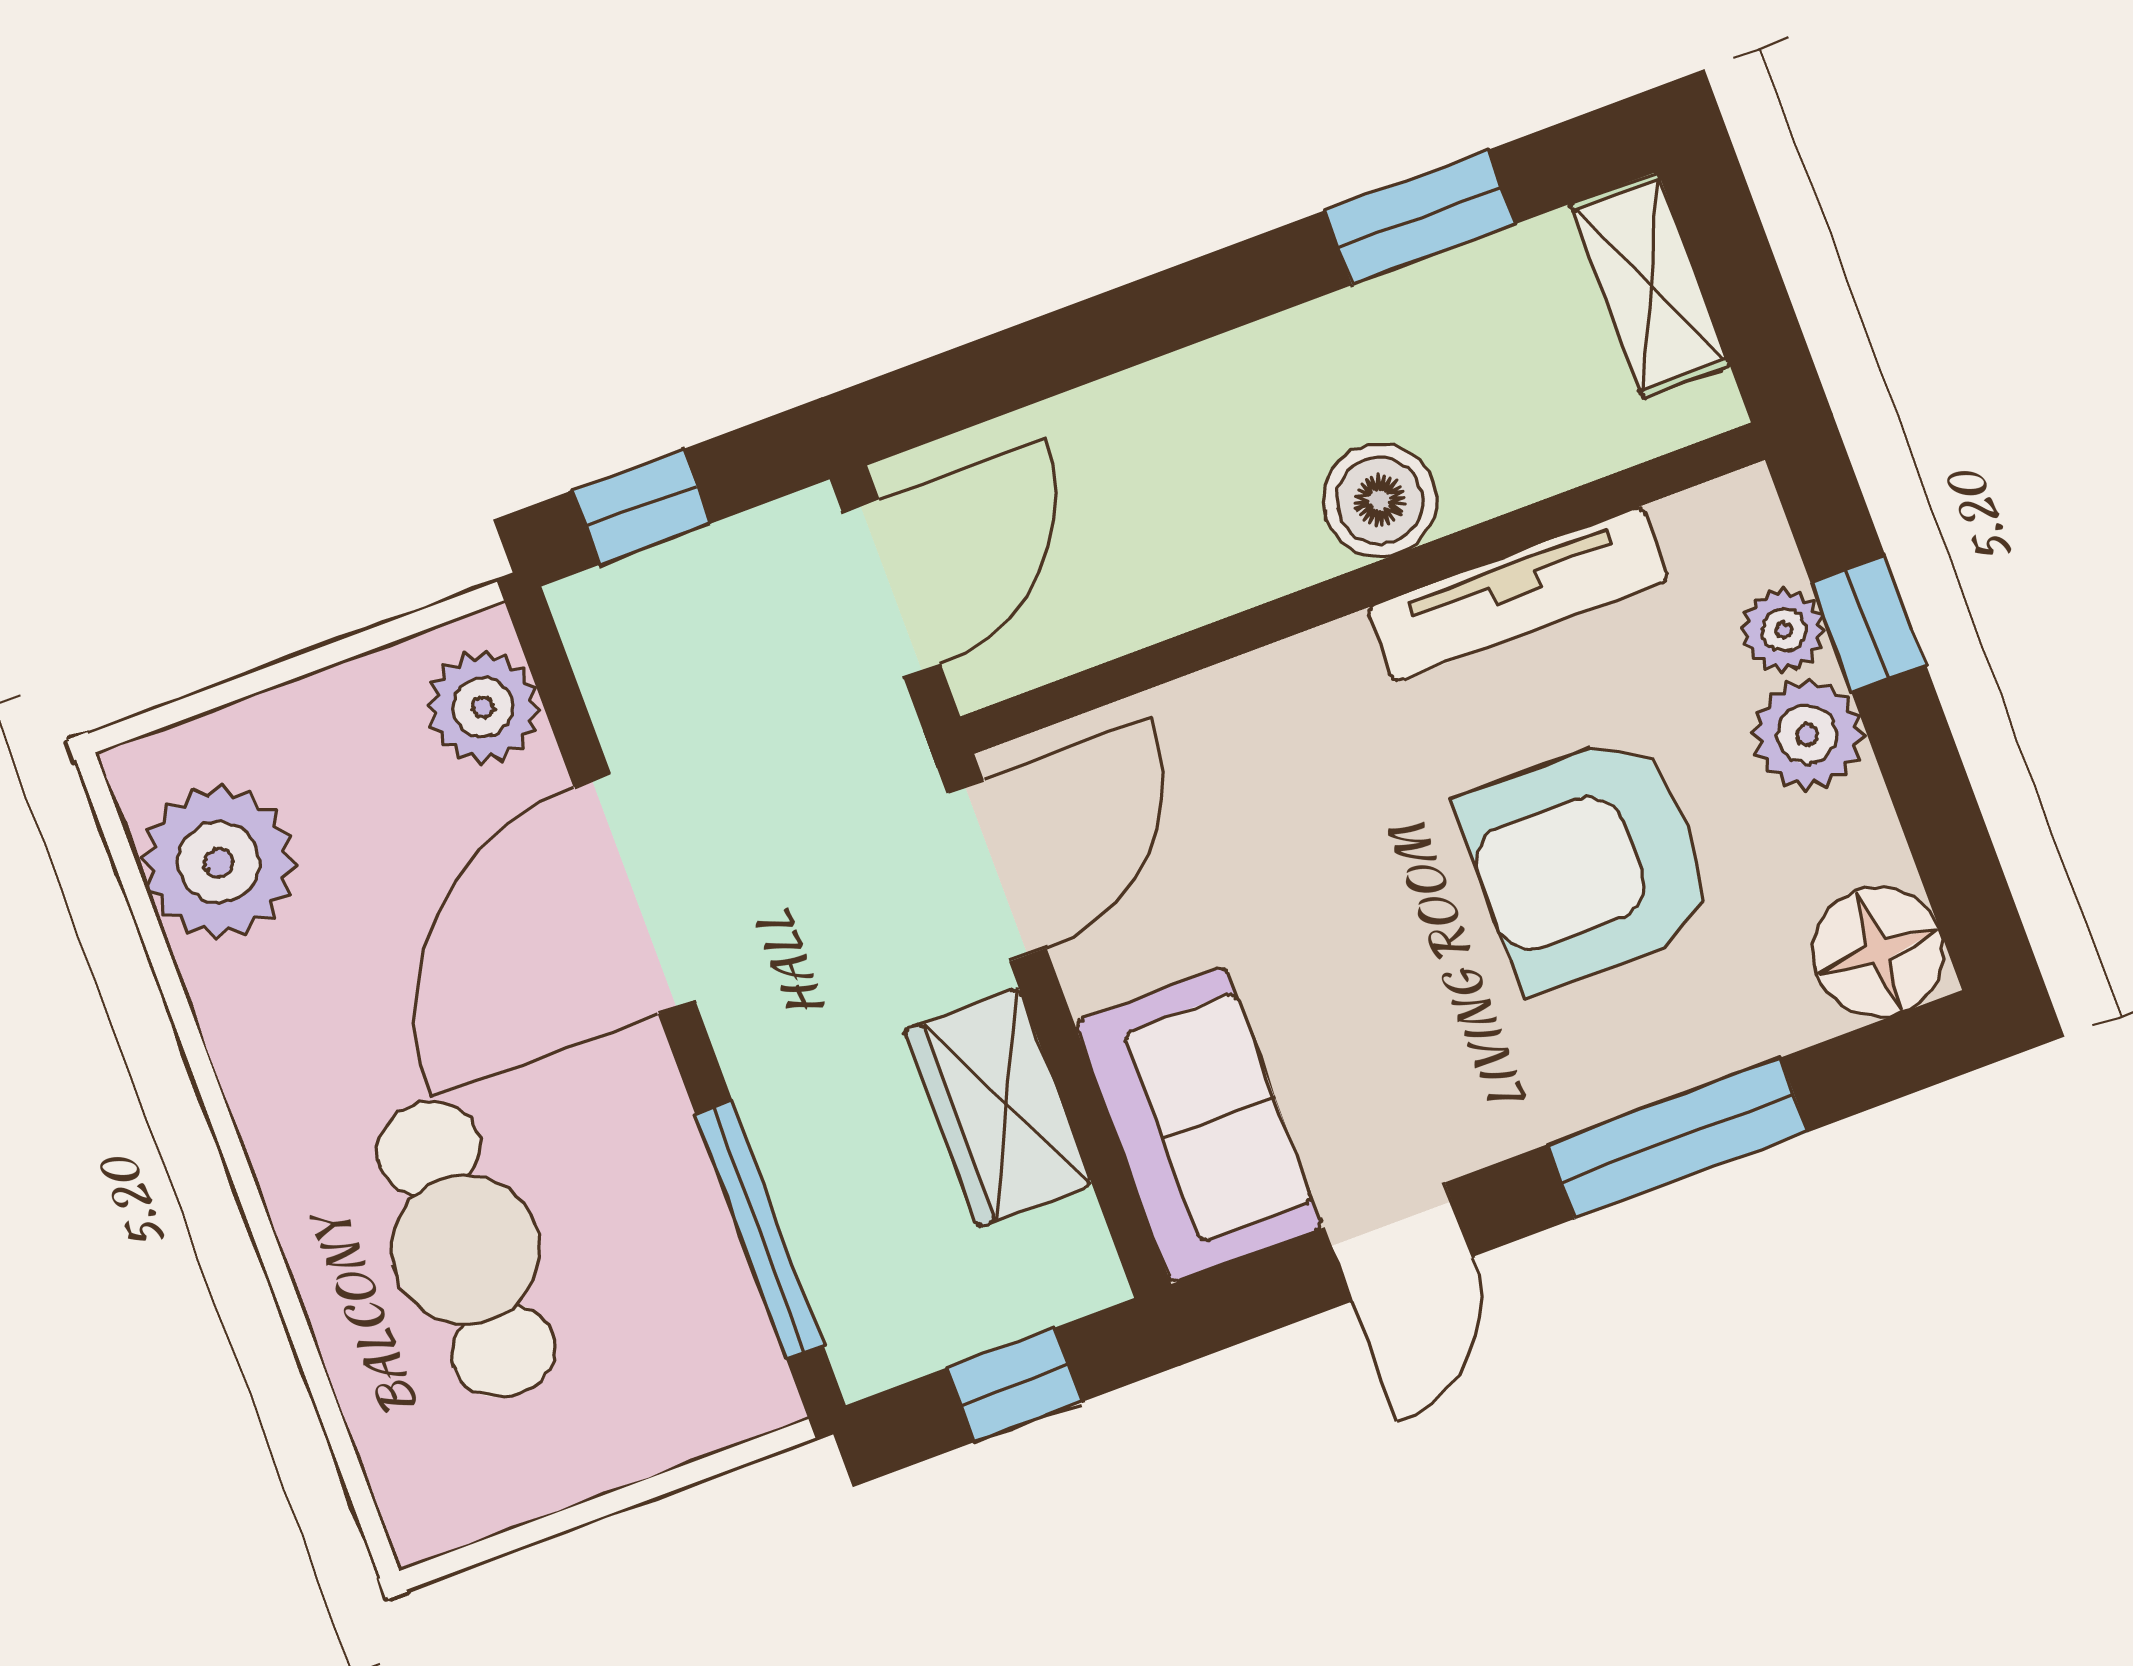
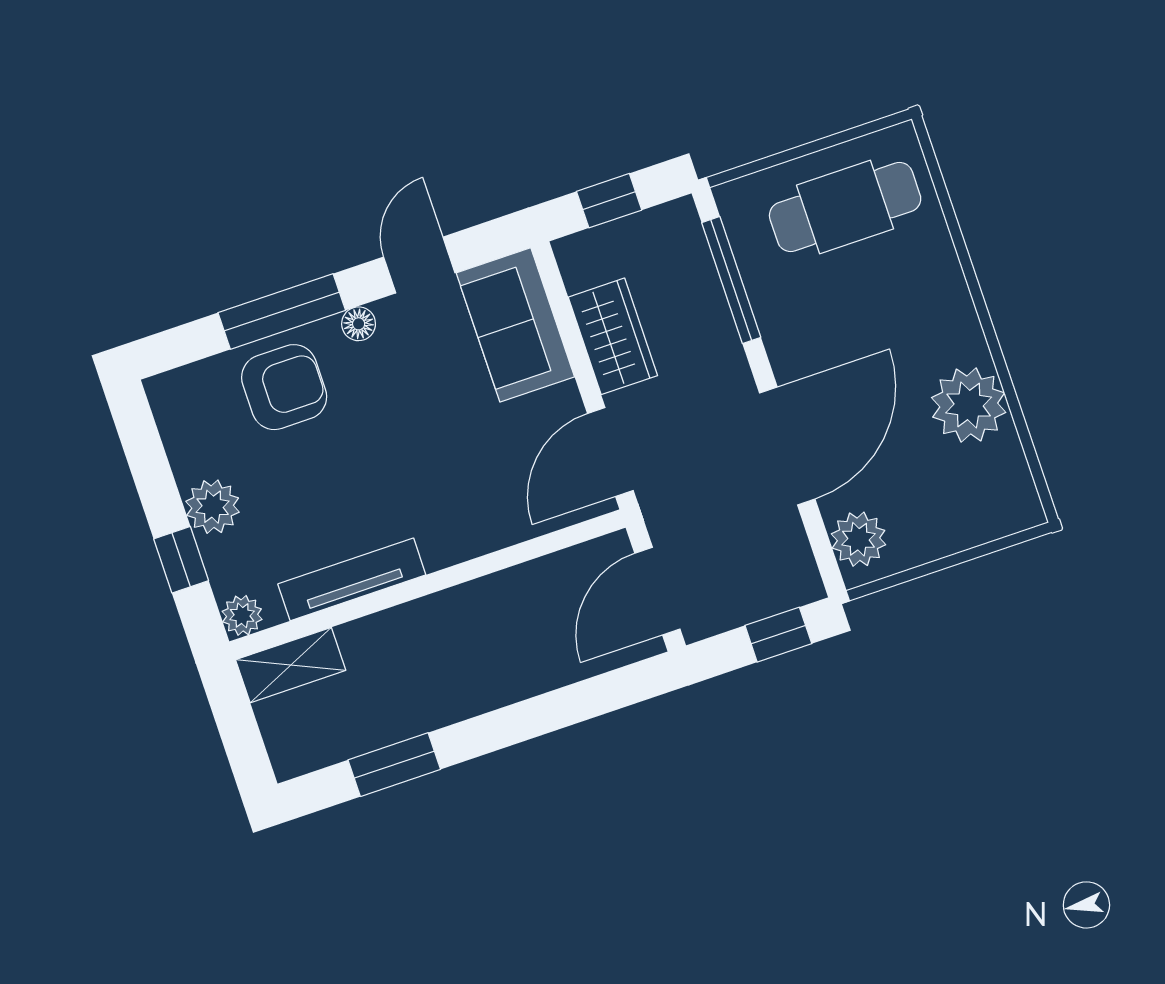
shelving: (1650, 285) -> (291, 665), moved, turned 90
boiler: (1380, 500) -> (418, 627), removed
plant: (1784, 630) -> (242, 615), moved
plant: (219, 862) -> (969, 405), moved
armchair: (1588, 862) -> (284, 387), moved, width x0.73, depth x0.73
floor lamp: (1878, 952) -> (359, 324), moved, width x0.53, depth x0.53
cafe table: (466, 1250) -> (845, 207), moved, turned 90

